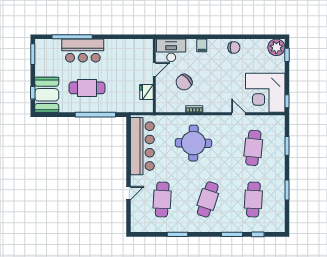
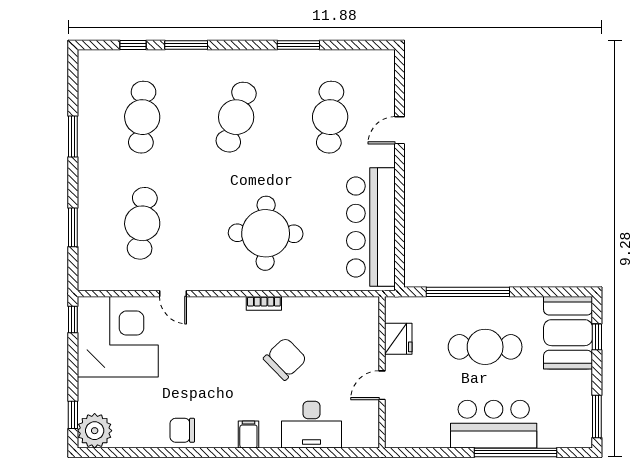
door: (154, 69) -> (382, 385), moved
wall: (154, 76) -> (382, 372), moved
fridge: (147, 92) -> (398, 339), moved

